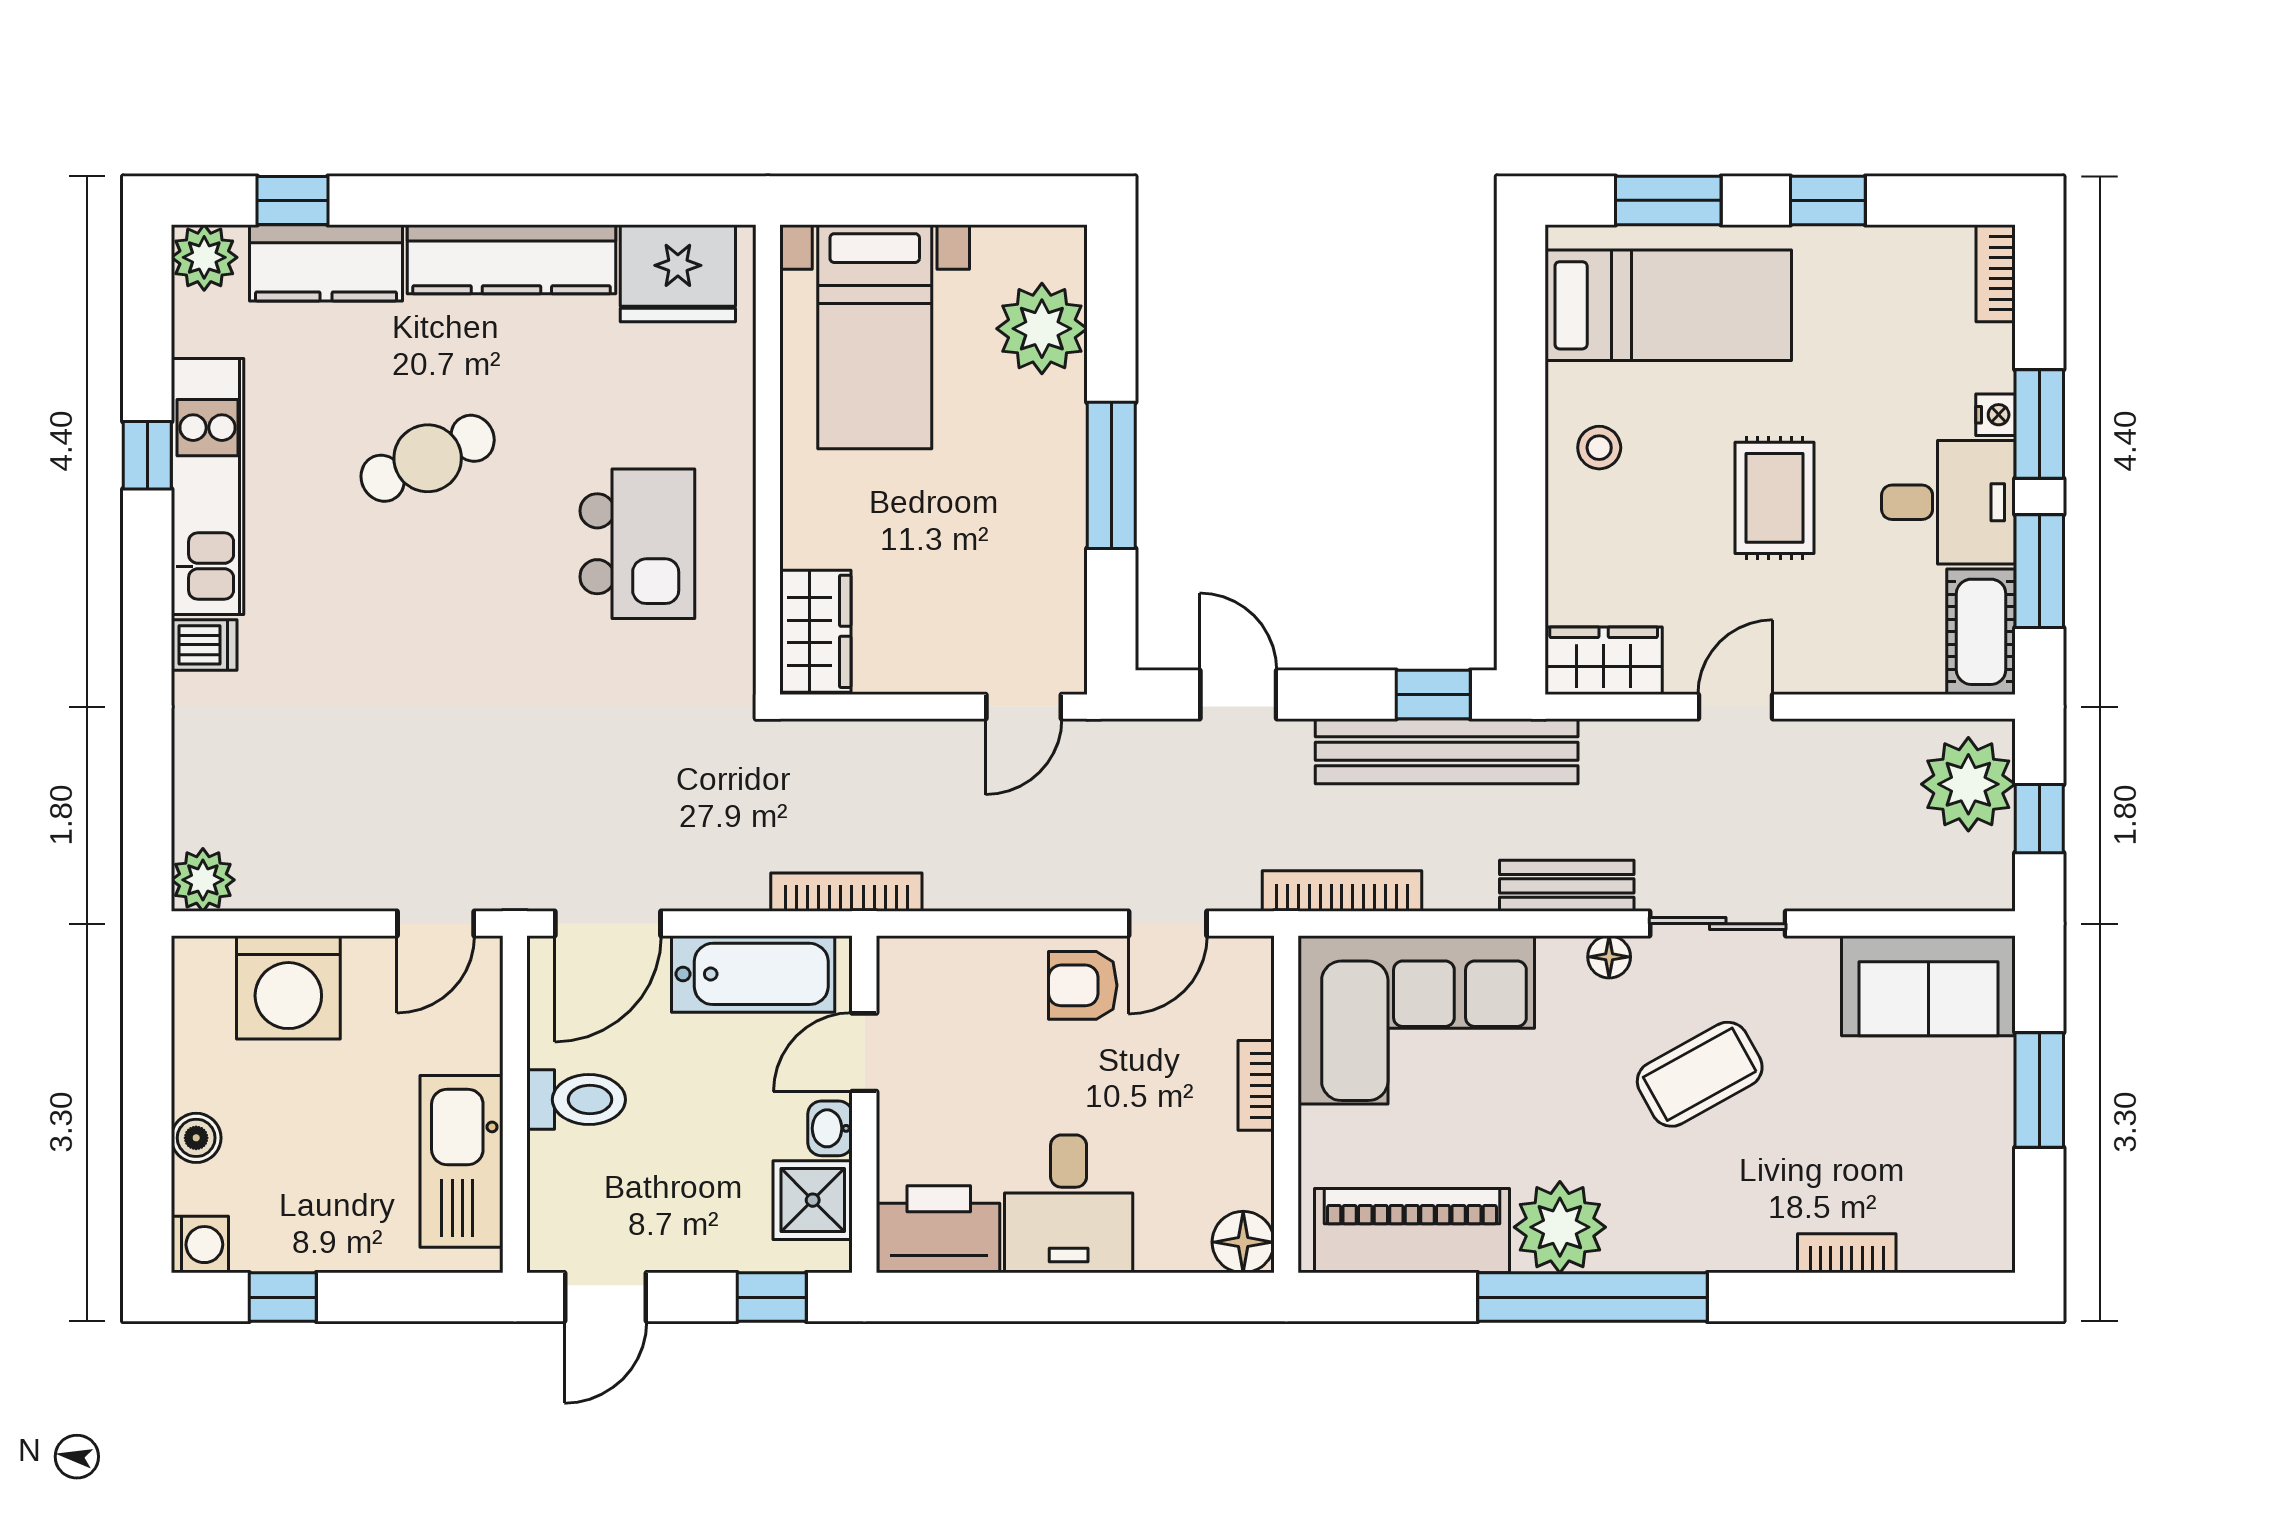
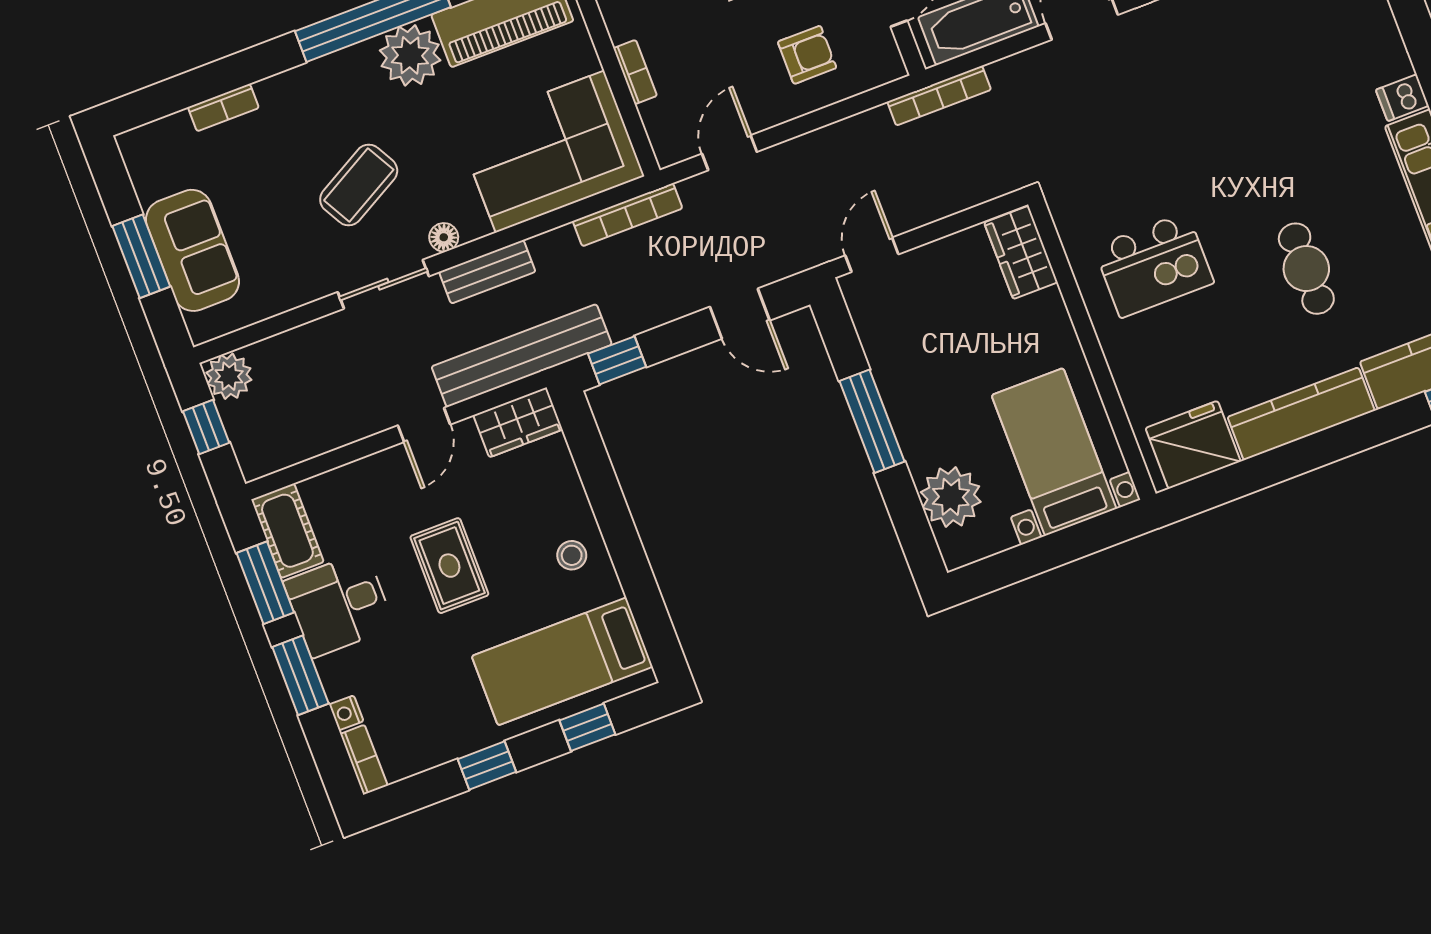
window: (1668, 200) -> (587, 727), width x0.67
nightstand: (1995, 415) -> (346, 713), moved
cafe table: (428, 458) -> (1306, 269), turned -66
kitchen island: (637, 544) -> (1154, 265), turned -90
bench: (1447, 751) -> (522, 356), moved
plant: (1968, 784) -> (229, 376), moved, width x0.73, depth x0.73
armchair: (1083, 985) -> (807, 55), moved
sofa: (1928, 986) -> (192, 250), moved, turned 90

